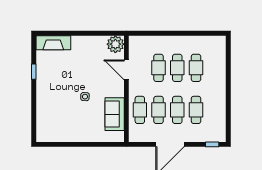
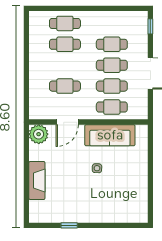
fireplace: (53, 43) -> (37, 180), moved
cafe table: (177, 68) -> (65, 23), moved
sofa: (115, 114) -> (110, 135), width x1.36

